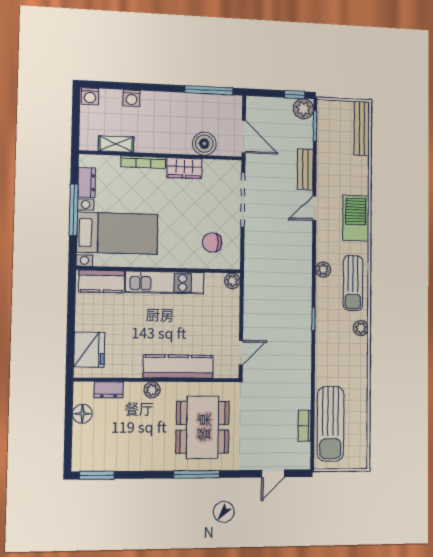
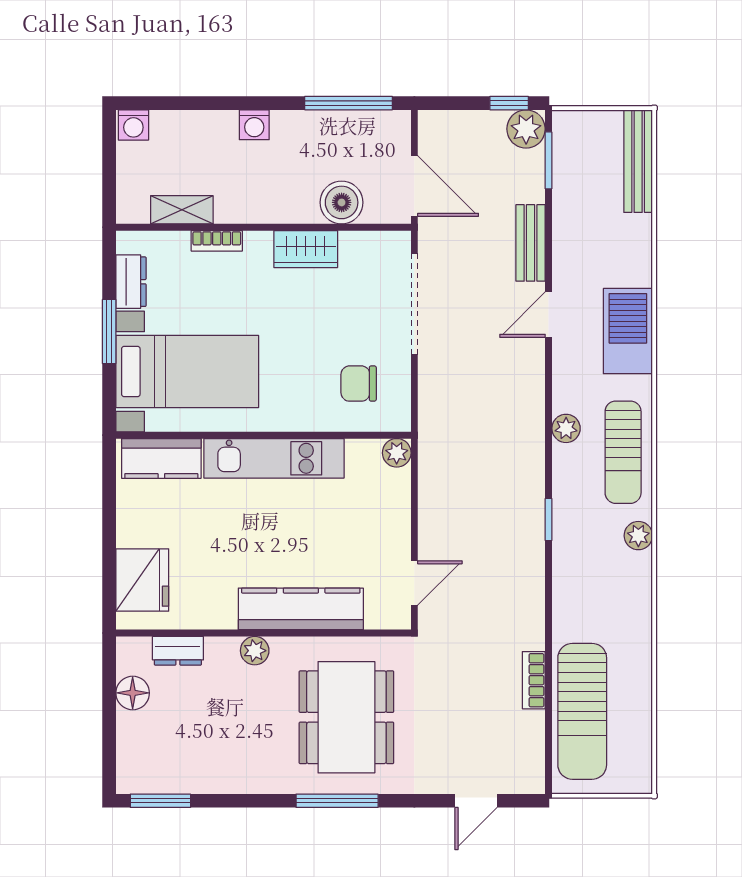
washing machine: (132, 98) -> (254, 125), moved
bookcase: (143, 162) -> (217, 241), width x0.64
window: (74, 210) -> (109, 331), width x0.69
bookcase: (305, 426) -> (534, 680), moved

